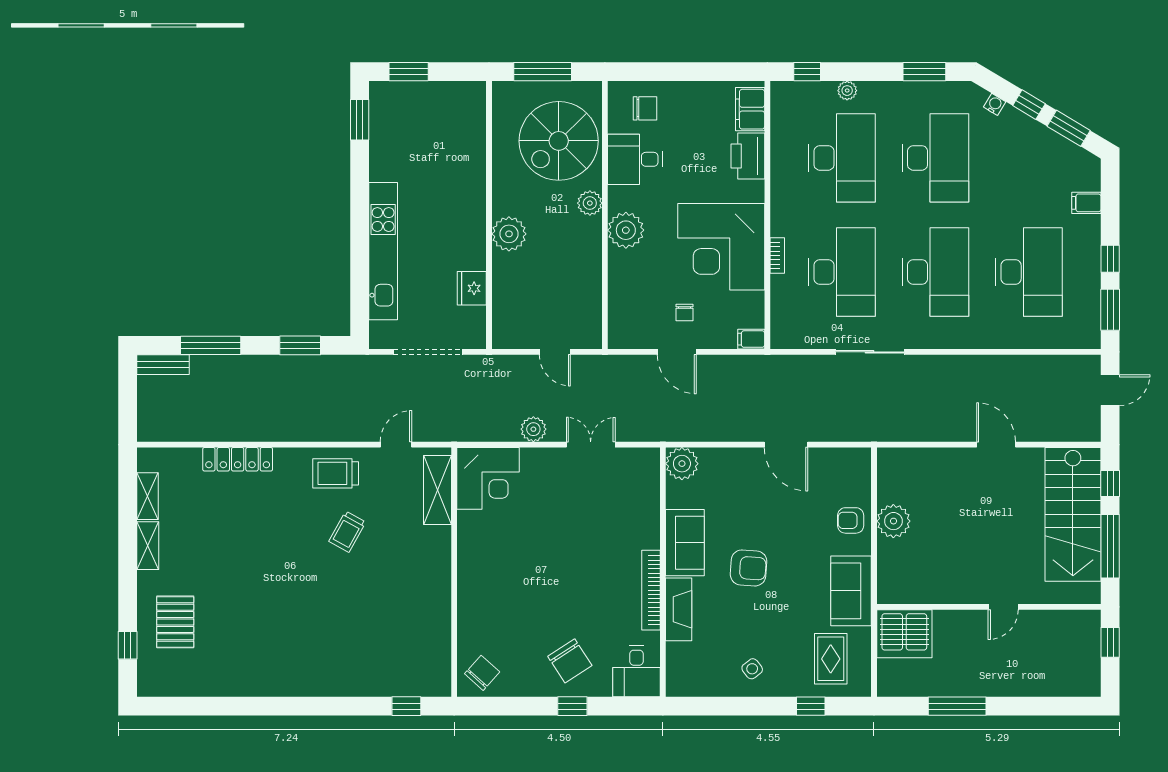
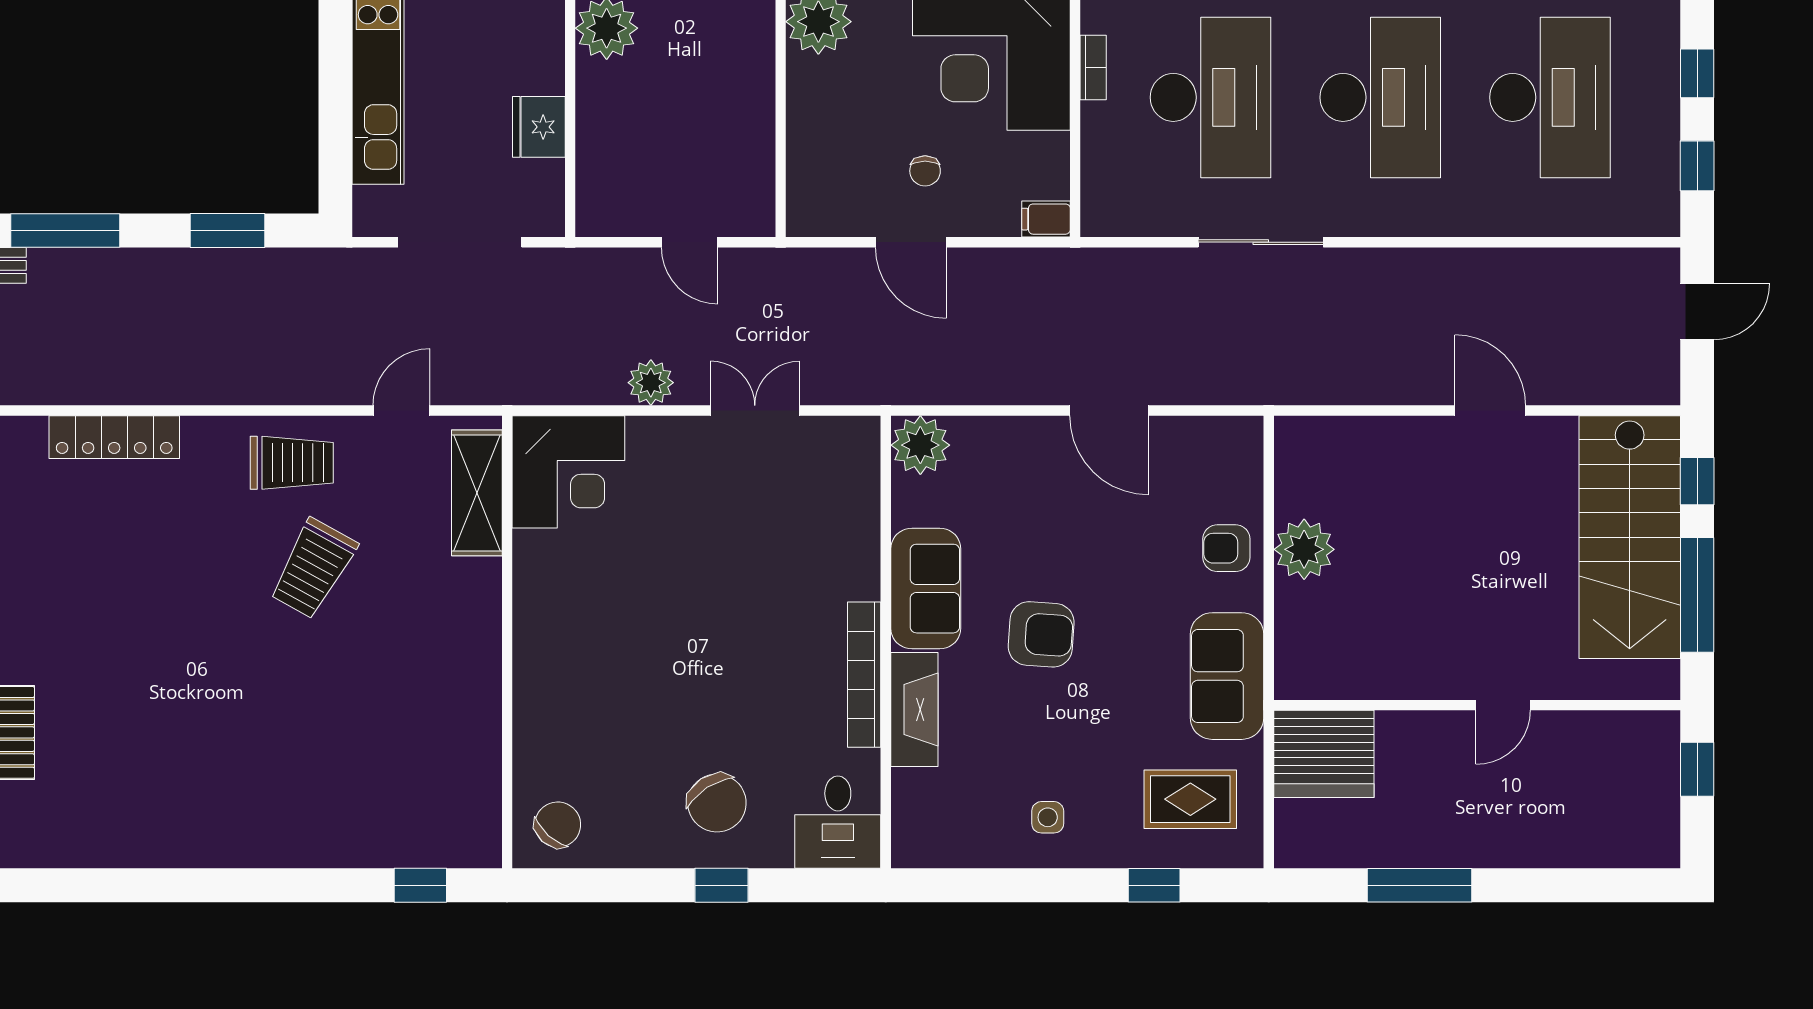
window: (1110, 310) -> (1697, 166), width x0.67
trolley: (336, 473) -> (292, 463), turned 180
trolley: (347, 532) -> (313, 568), width x1.36, depth x1.39
rug: (831, 659) -> (1190, 799), turned 90
side table: (752, 669) -> (1048, 817), turned 38

